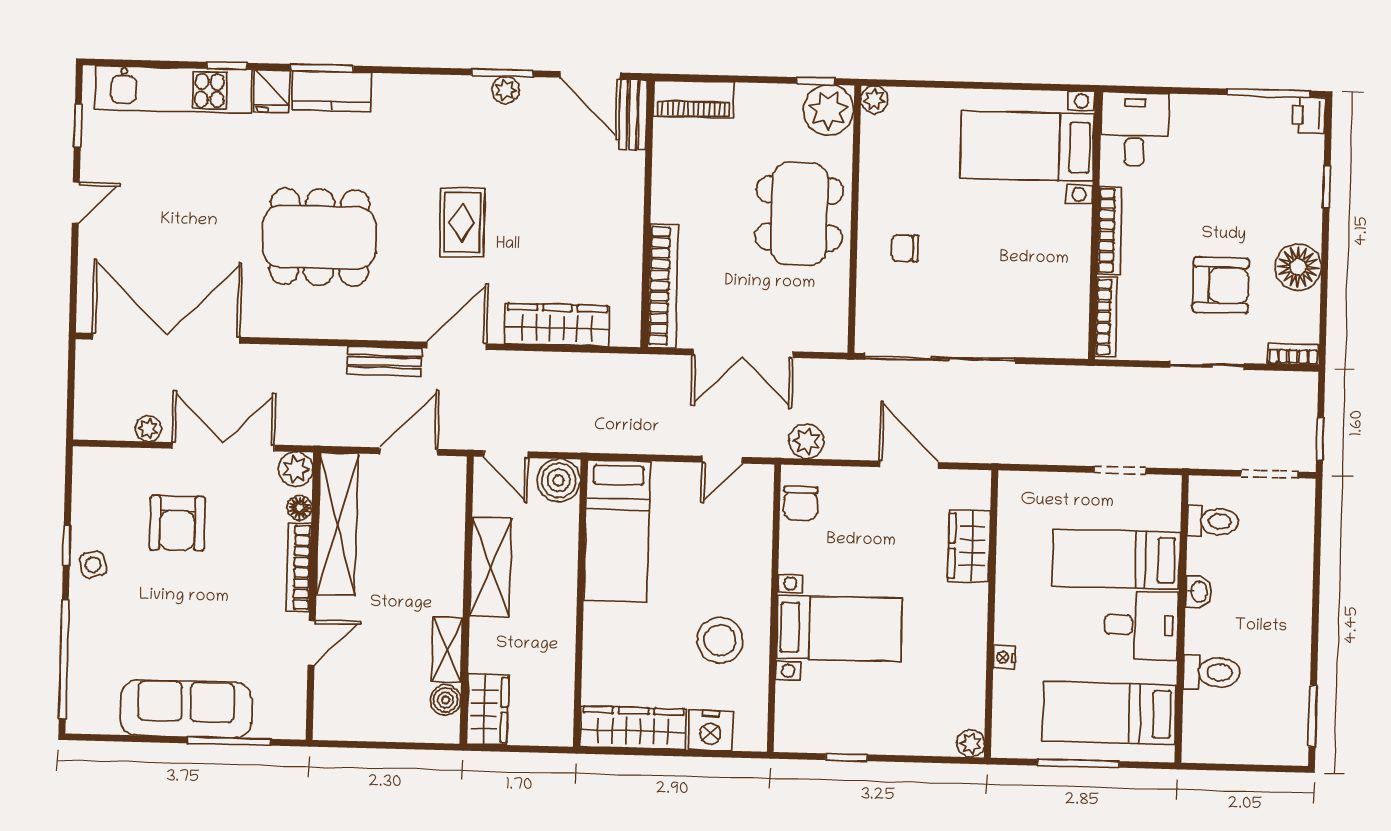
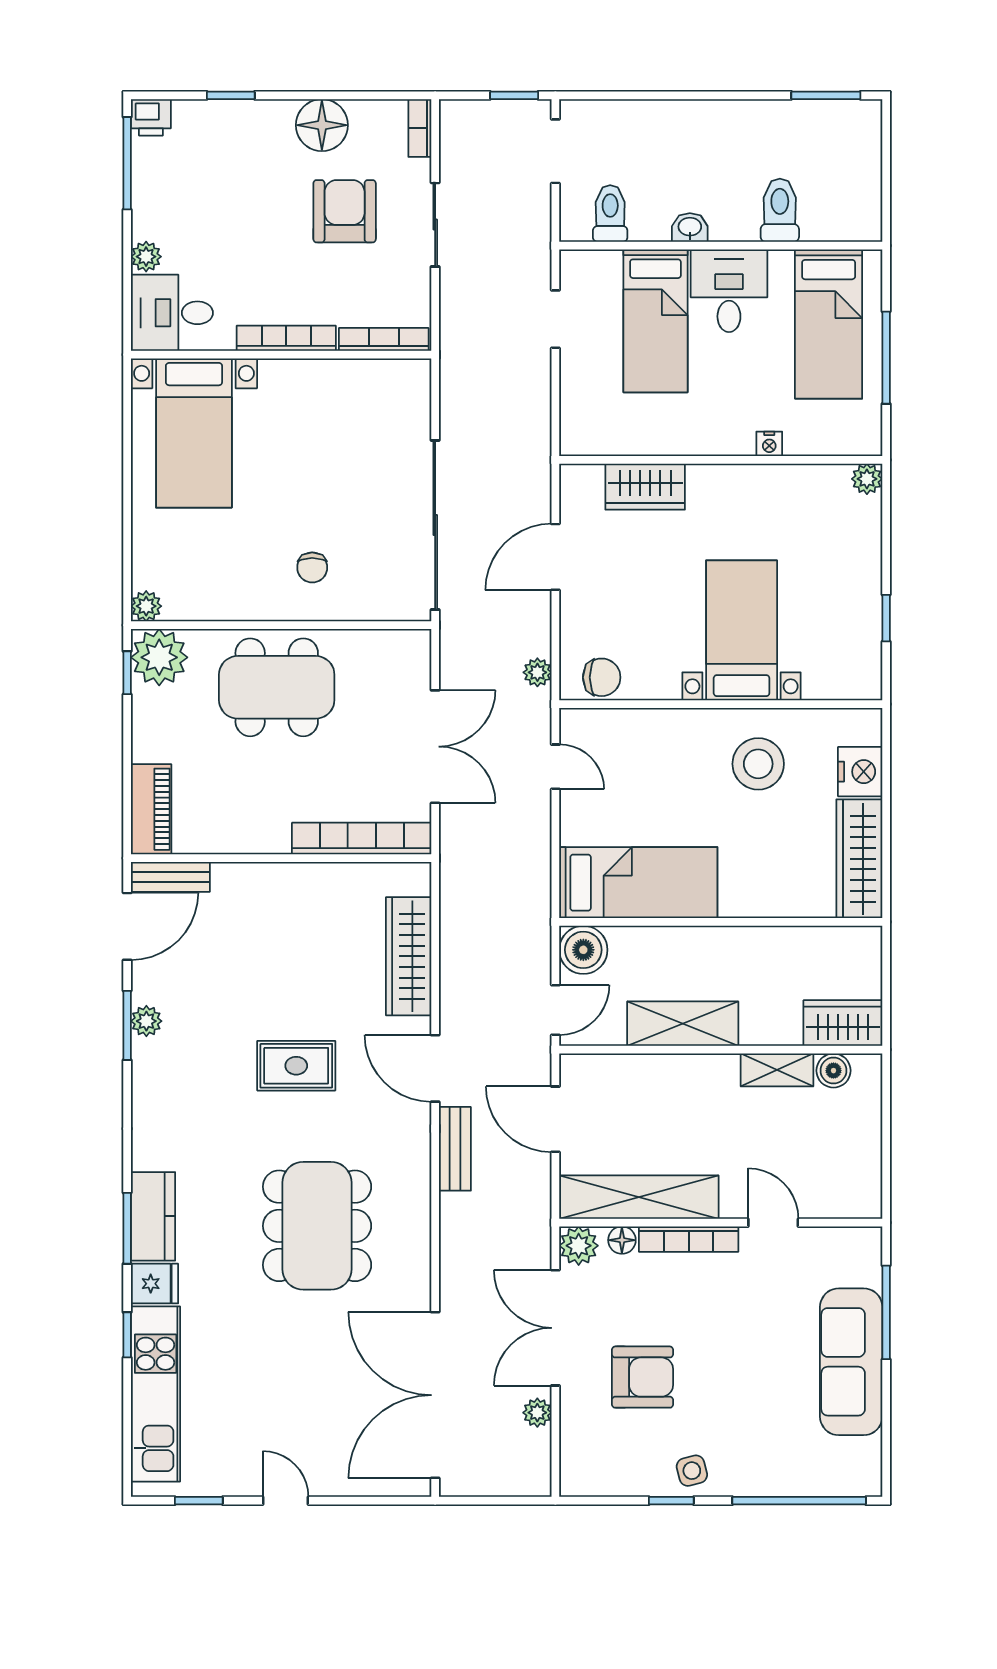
plant: (1185, 108) -> (146, 257), added
plant: (807, 441) -> (537, 672), width x0.73, depth x0.73

